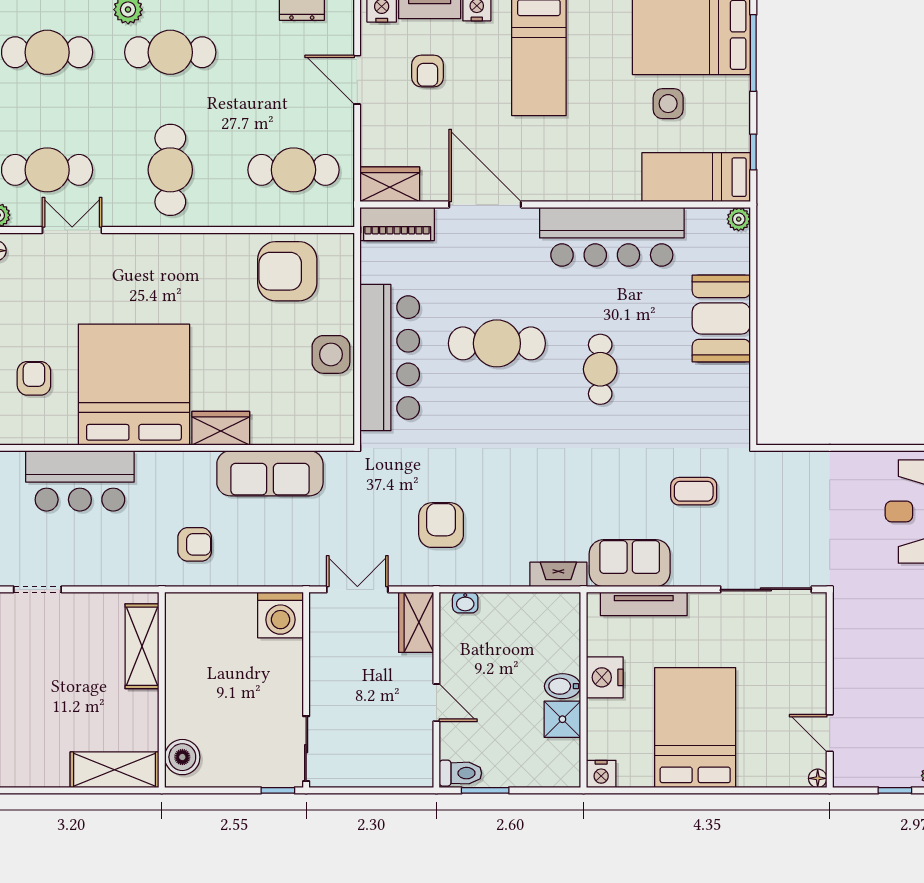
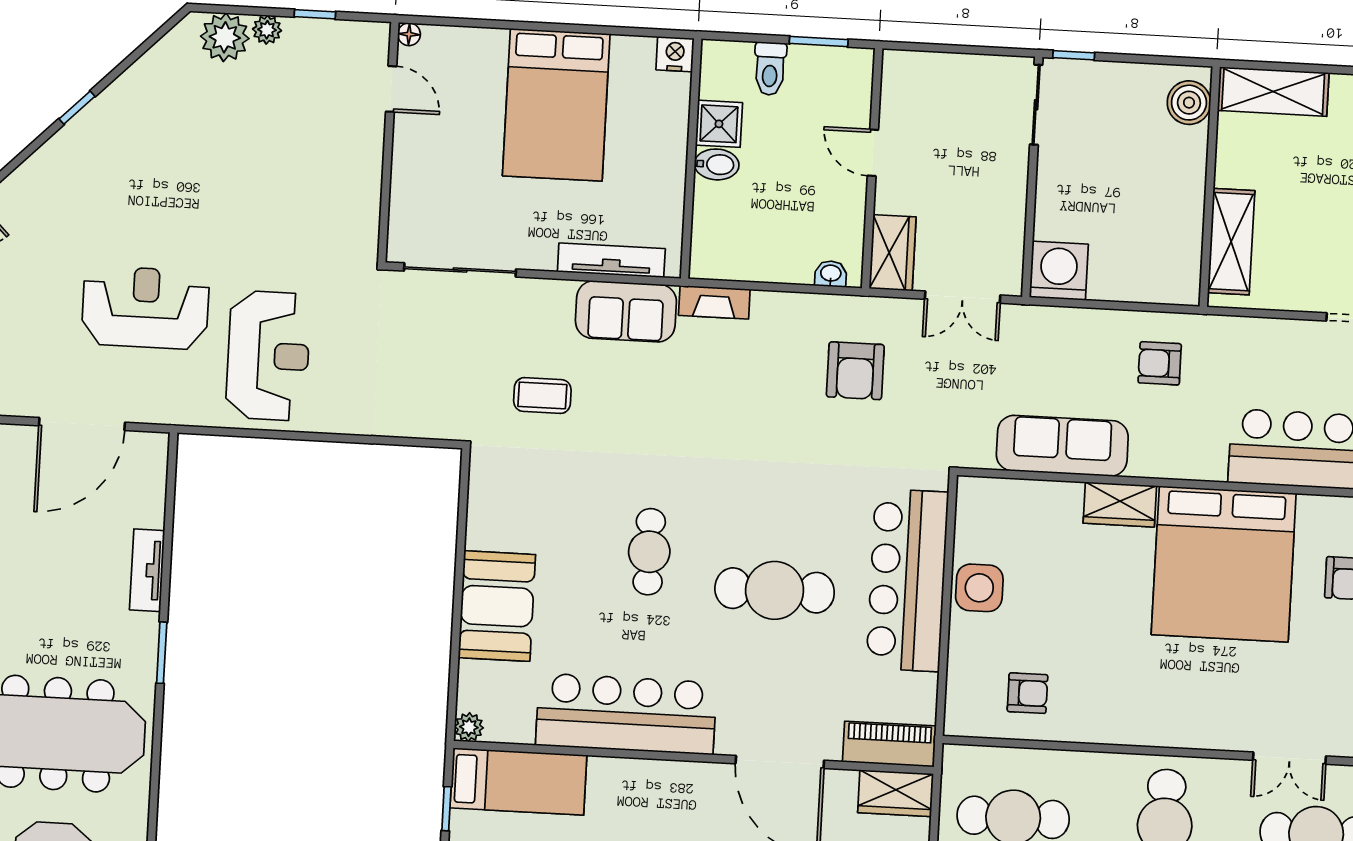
armchair: (287, 271) -> (1028, 693), width x0.53, depth x0.53
nightstand: (605, 677) -> (664, 173), removed
toilet: (460, 773) -> (770, 69), moved, turned -90

